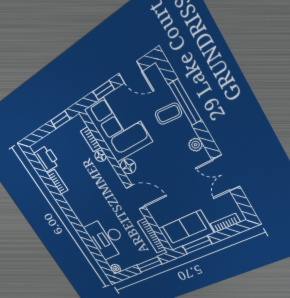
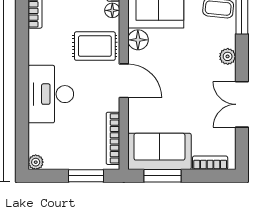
rug: (105, 185) -> (95, 46), added
desk: (106, 238) -> (51, 94), moved

